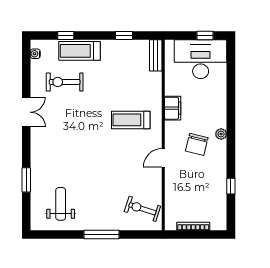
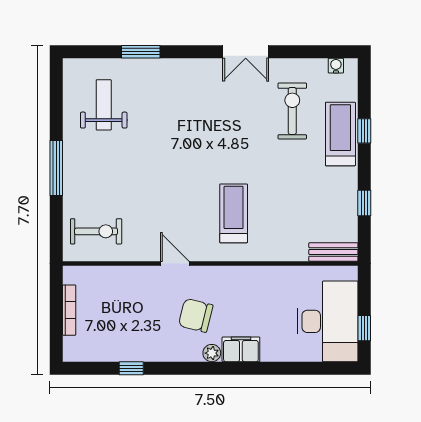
window: (66, 35) -> (364, 131), moved
filing cabinet: (173, 108) -> (241, 349), moved, turned 180
weight bench: (61, 204) -> (104, 105), turned -90
exercise bike: (142, 209) -> (96, 231), turned 72

